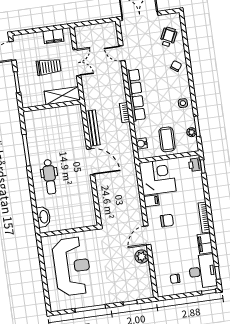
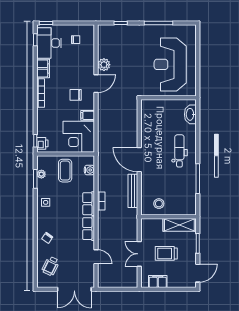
shelving: (62, 96) -> (179, 225), moved
stool: (64, 118) -> (159, 204), added

